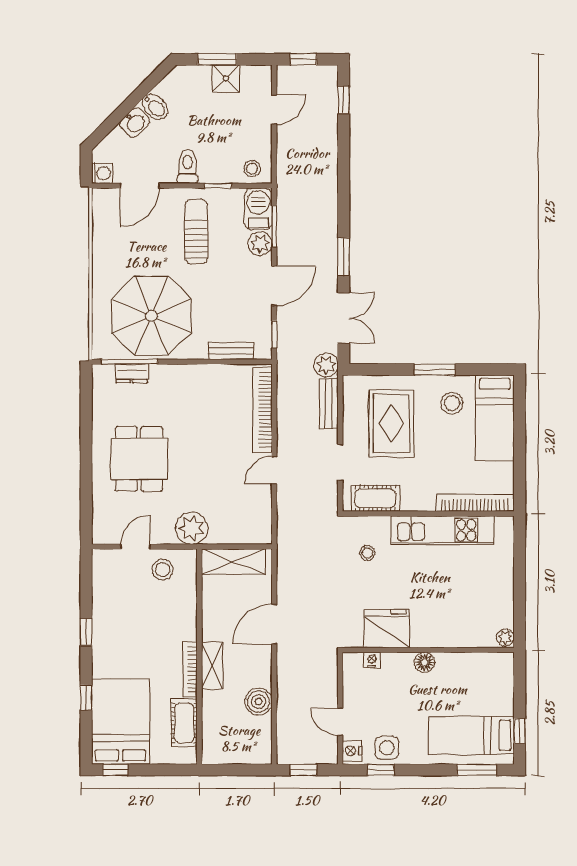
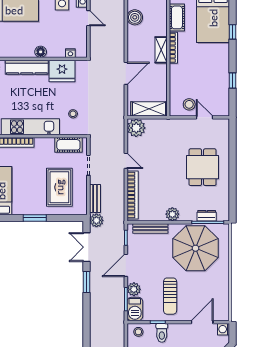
toilet: (187, 167) -> (162, 333), moved
bench: (231, 351) -> (150, 228), width x1.36
plant: (192, 376) -> (172, 214), added
stool: (452, 403) -> (25, 199), removed
door: (274, 470) -> (126, 161), hinge flipped
plant: (192, 528) -> (136, 128), moved
door: (136, 547) -> (204, 117), swing flipped
window: (86, 632) -> (233, 80), moved
kitchen counter: (449, 635) -> (27, 67), added
boiler: (258, 702) -> (135, 17), moved

